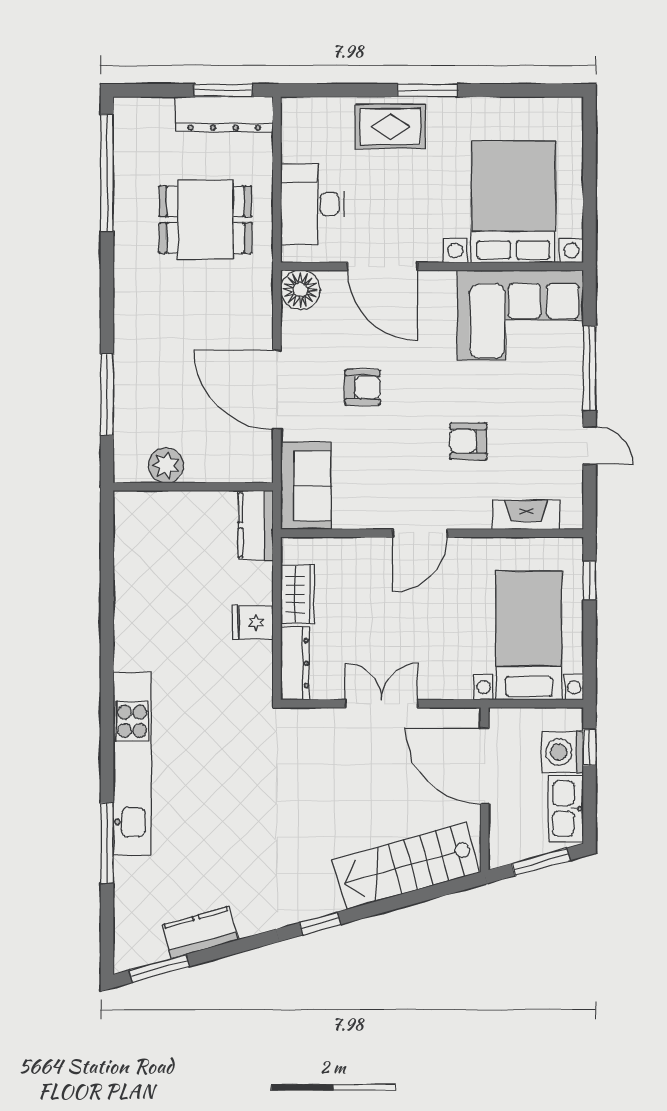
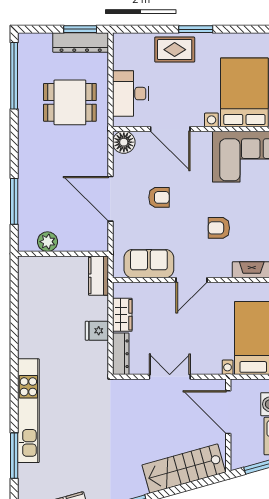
sofa: (306, 486) -> (149, 264), moved, turned -90

